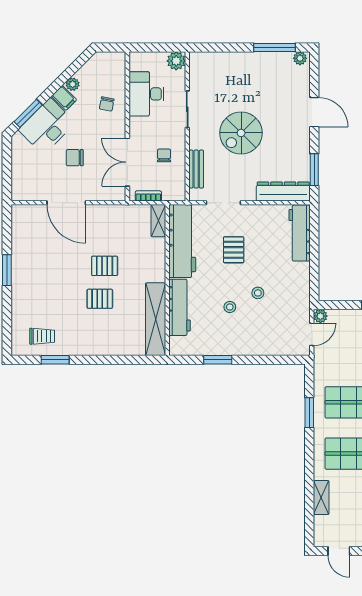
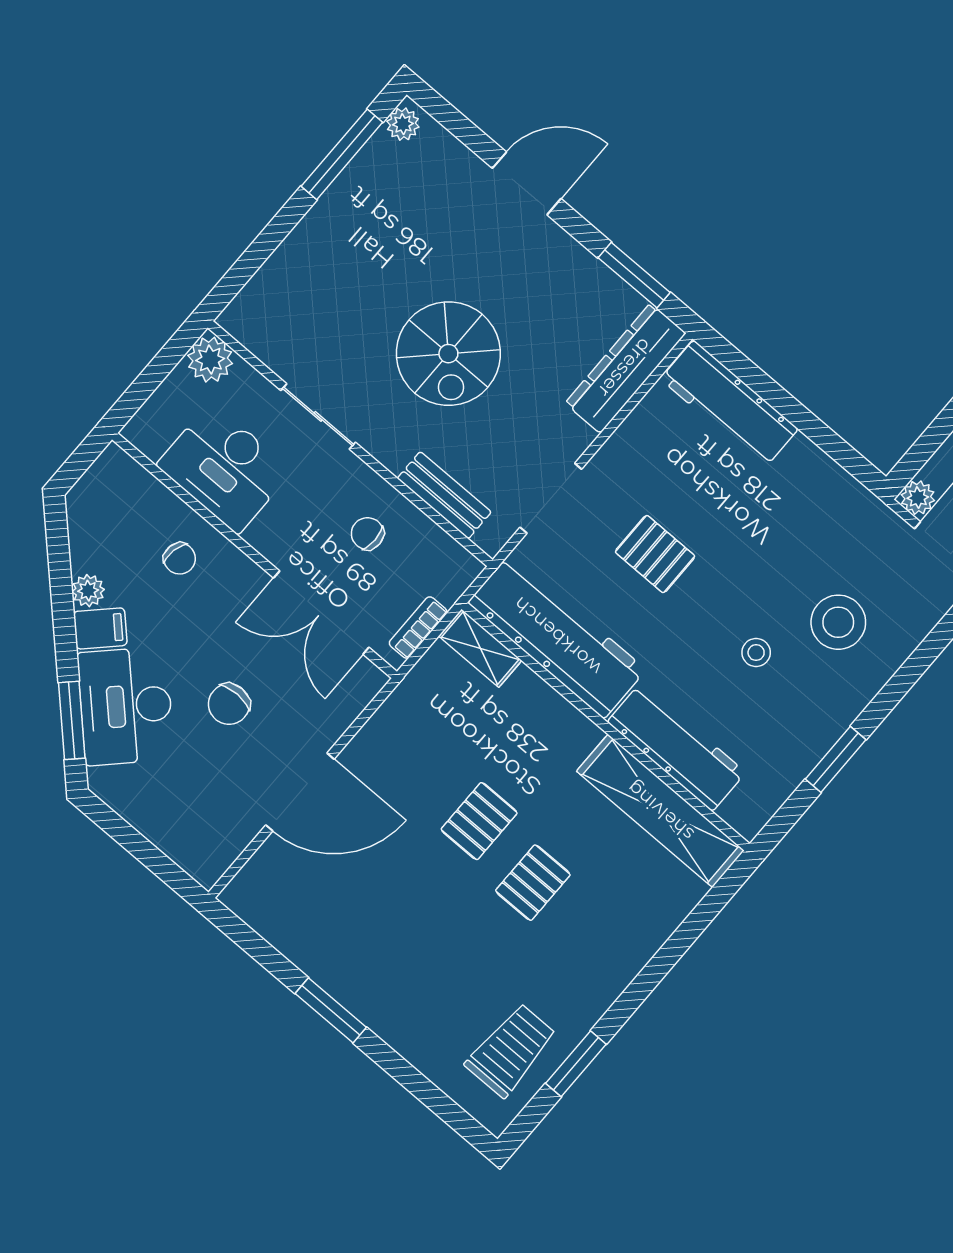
stool: (258, 293) -> (838, 622), moved, width x1.89, depth x1.89
trolley: (42, 336) -> (511, 1050), width x1.36, depth x1.39

